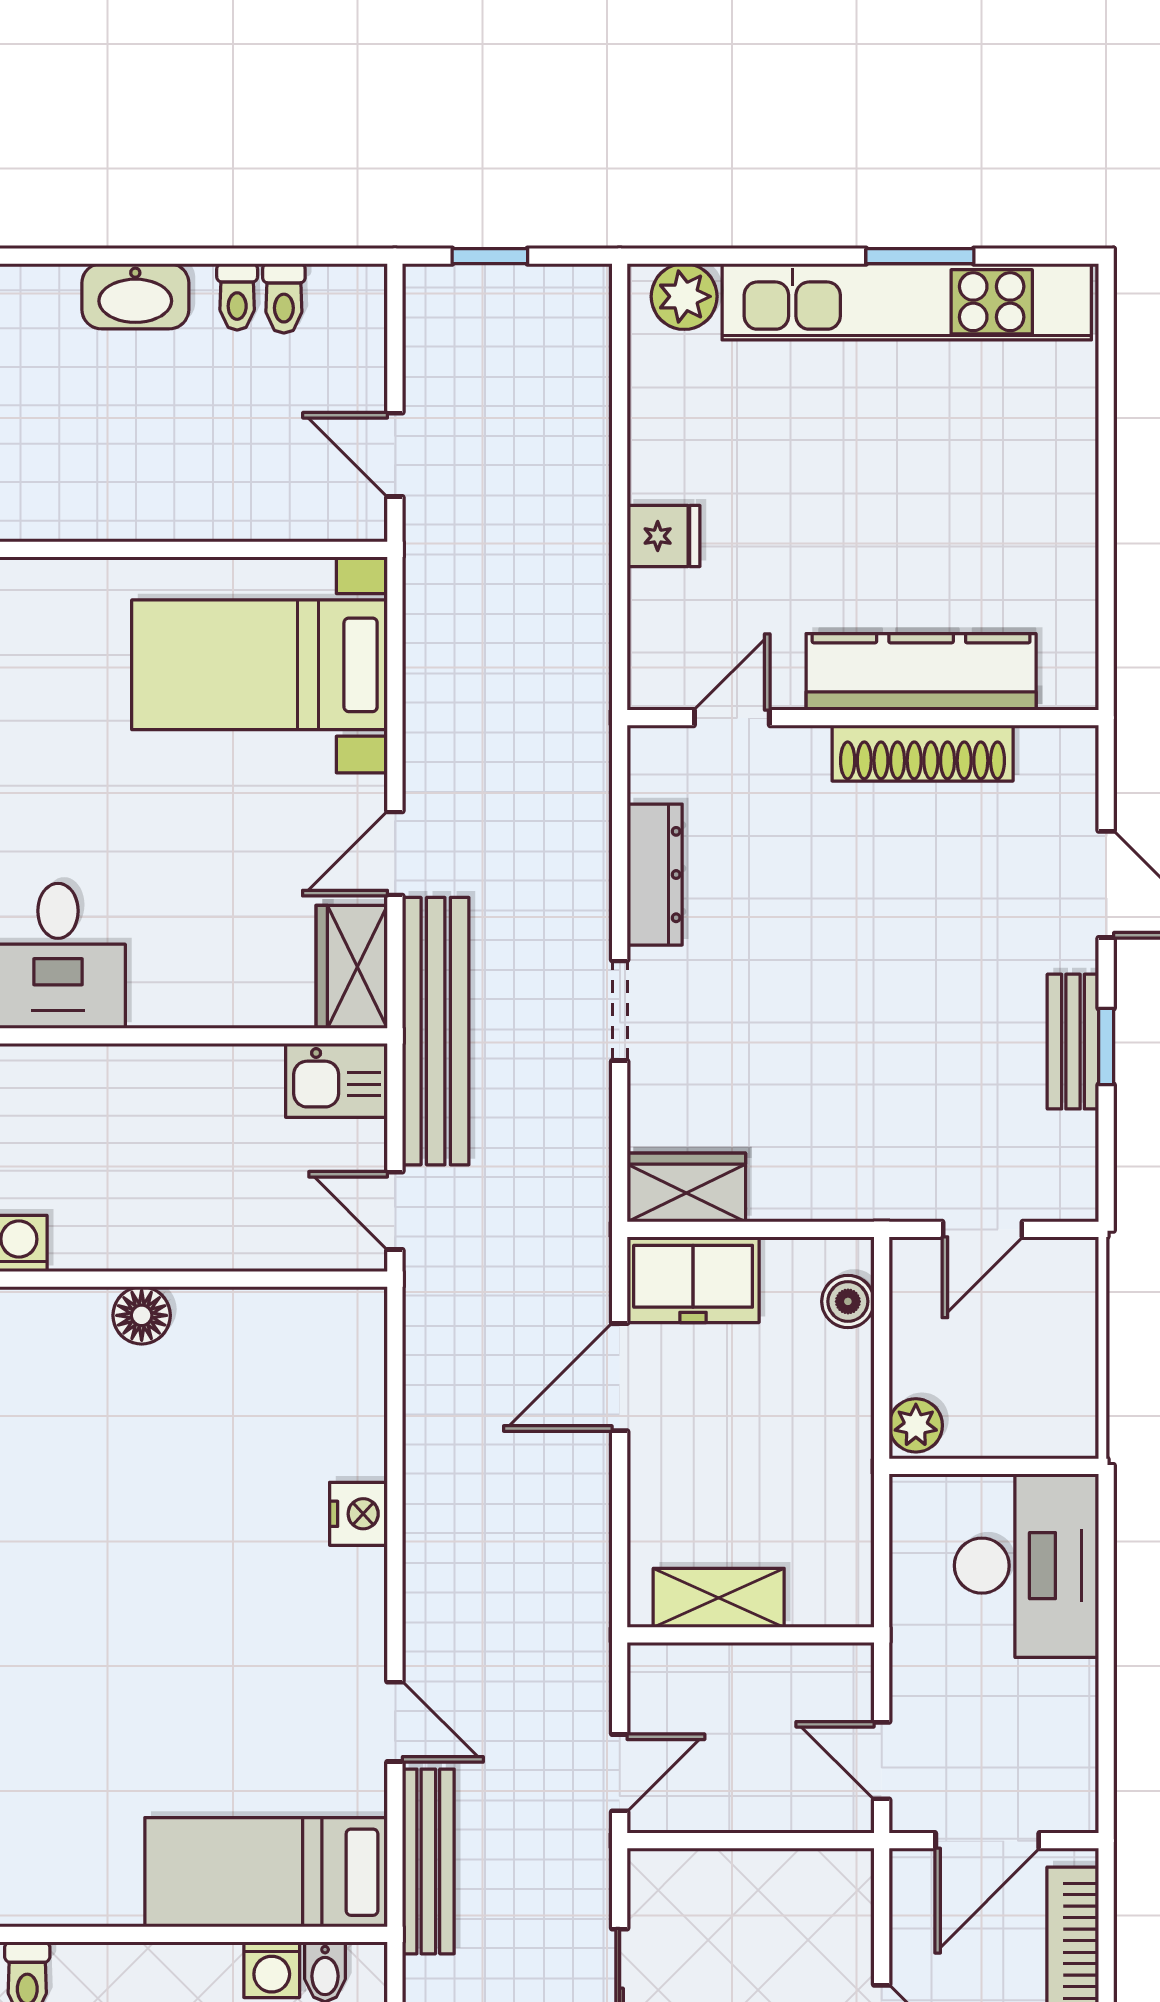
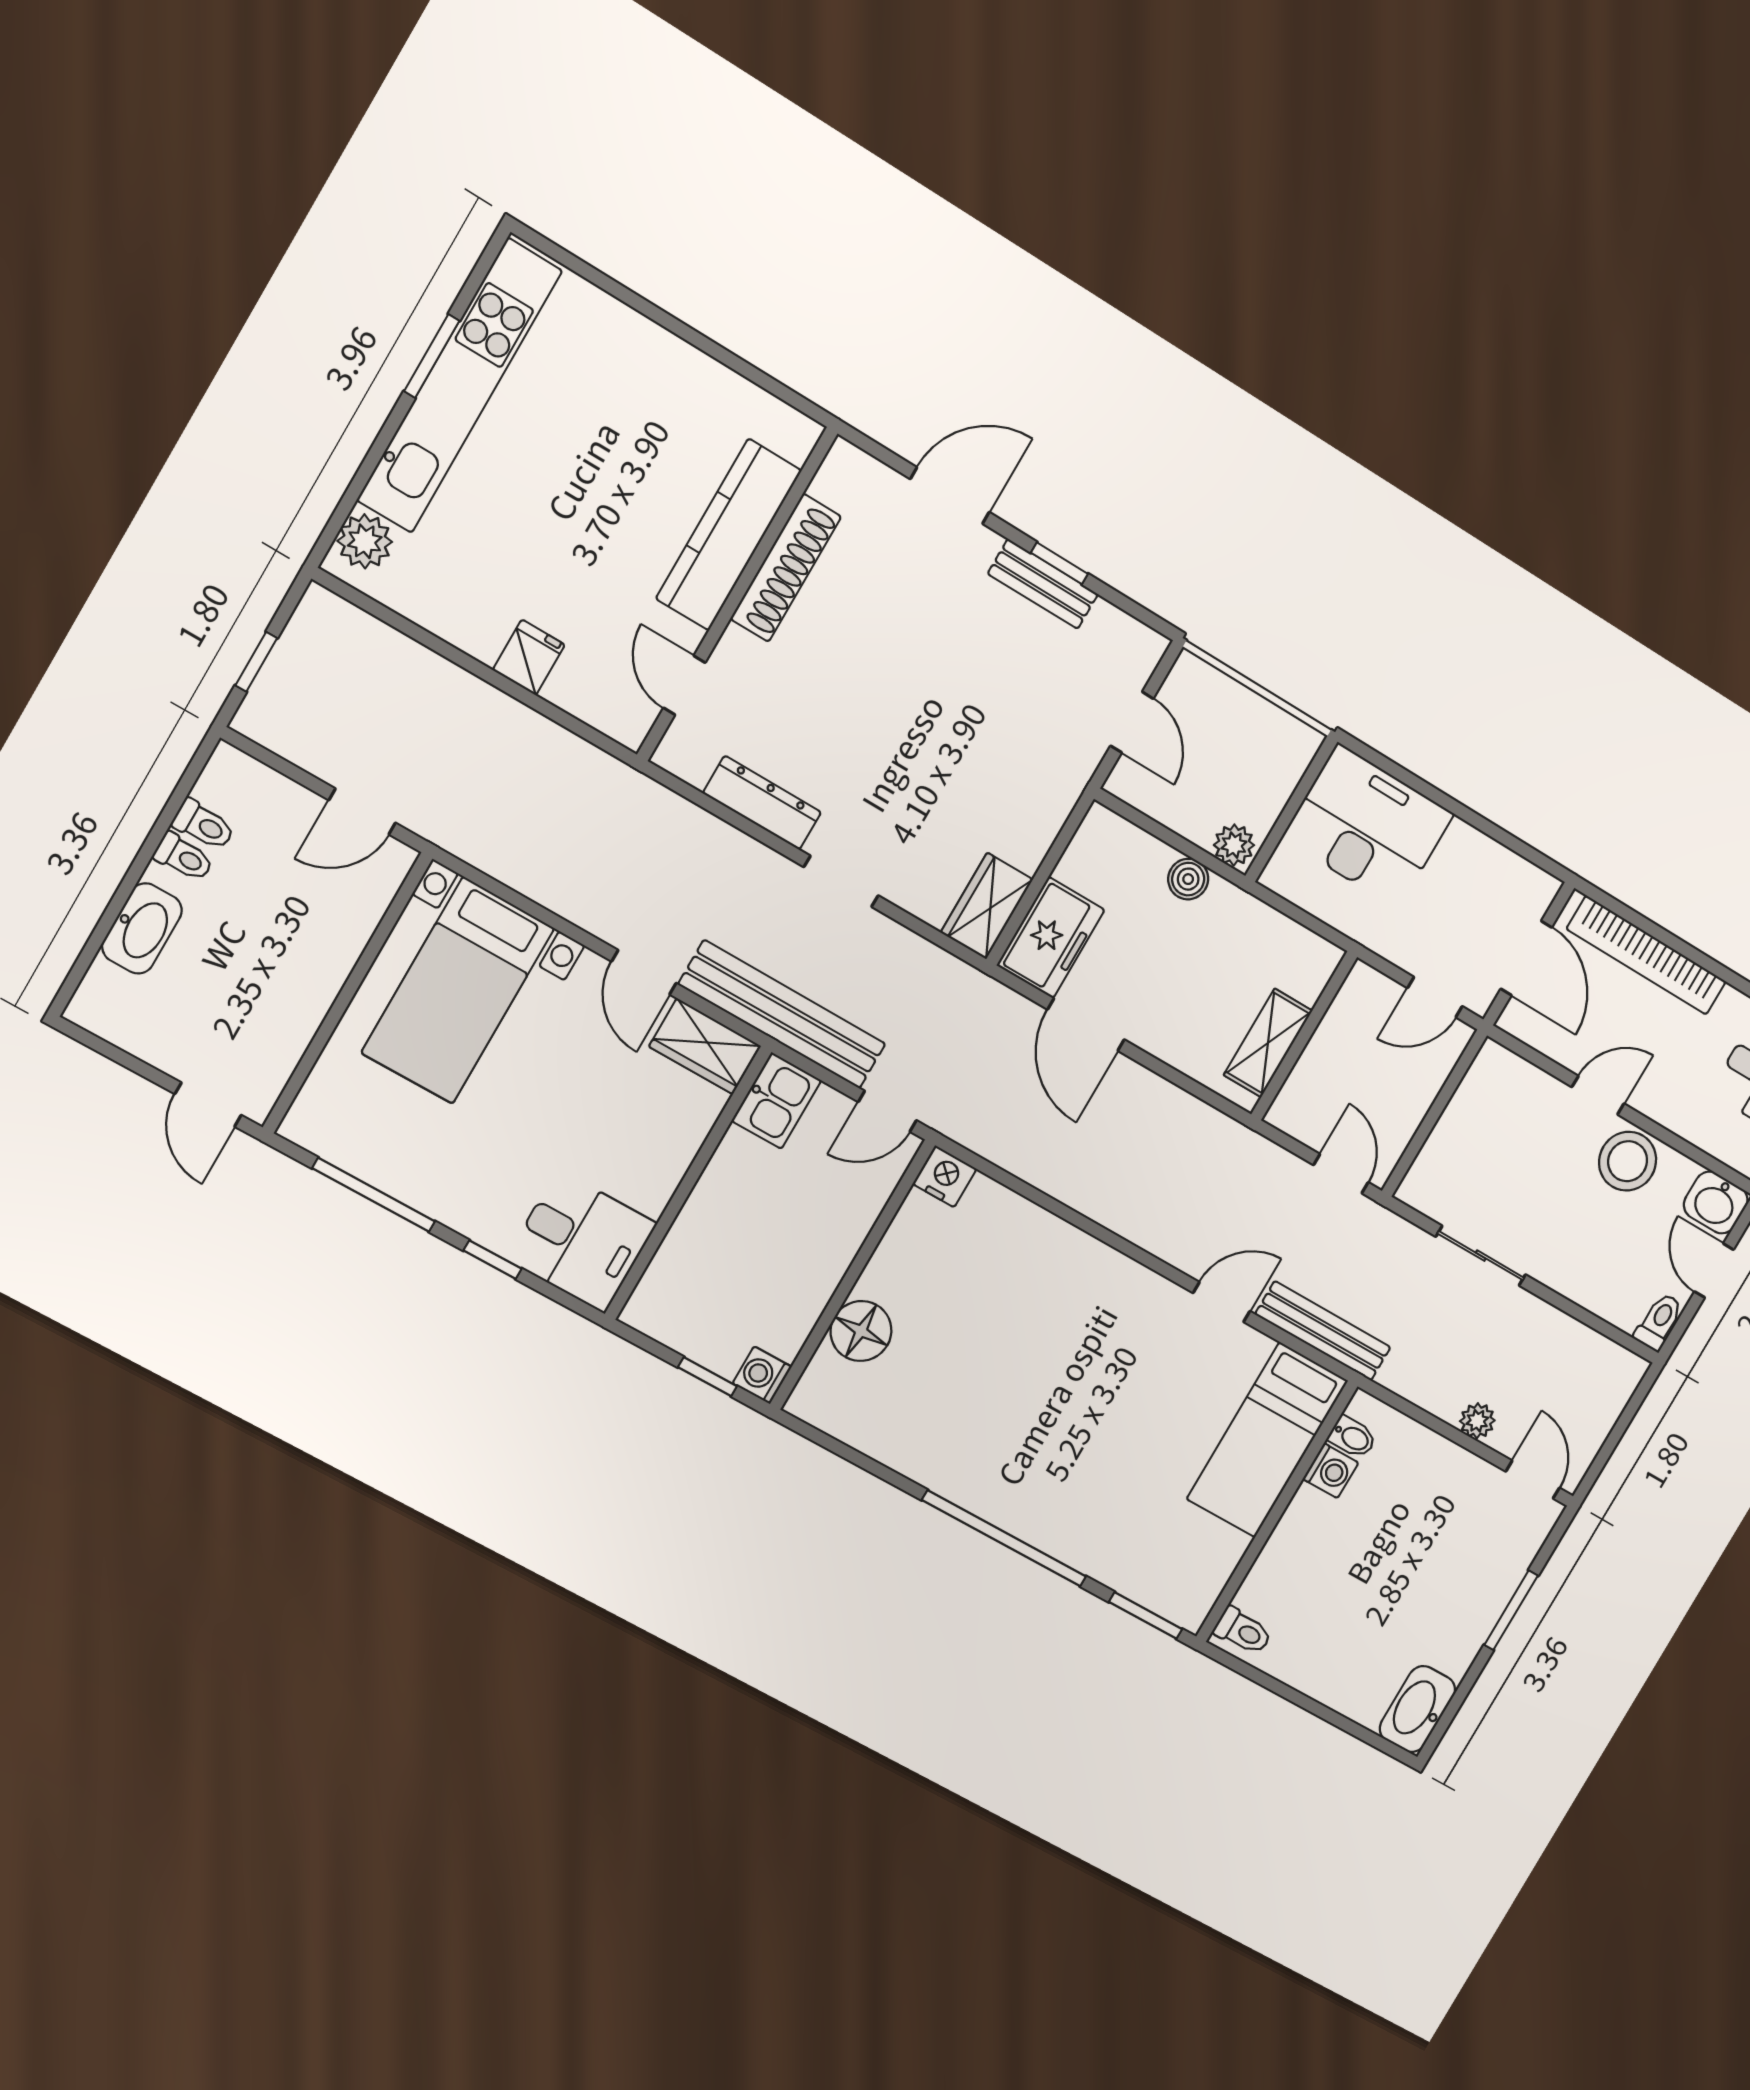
boiler: (848, 1301) -> (1188, 879), moved
floor lamp: (142, 1315) -> (861, 1331), width x1.38, depth x1.38
nightstand: (359, 1514) -> (945, 1176), moved

